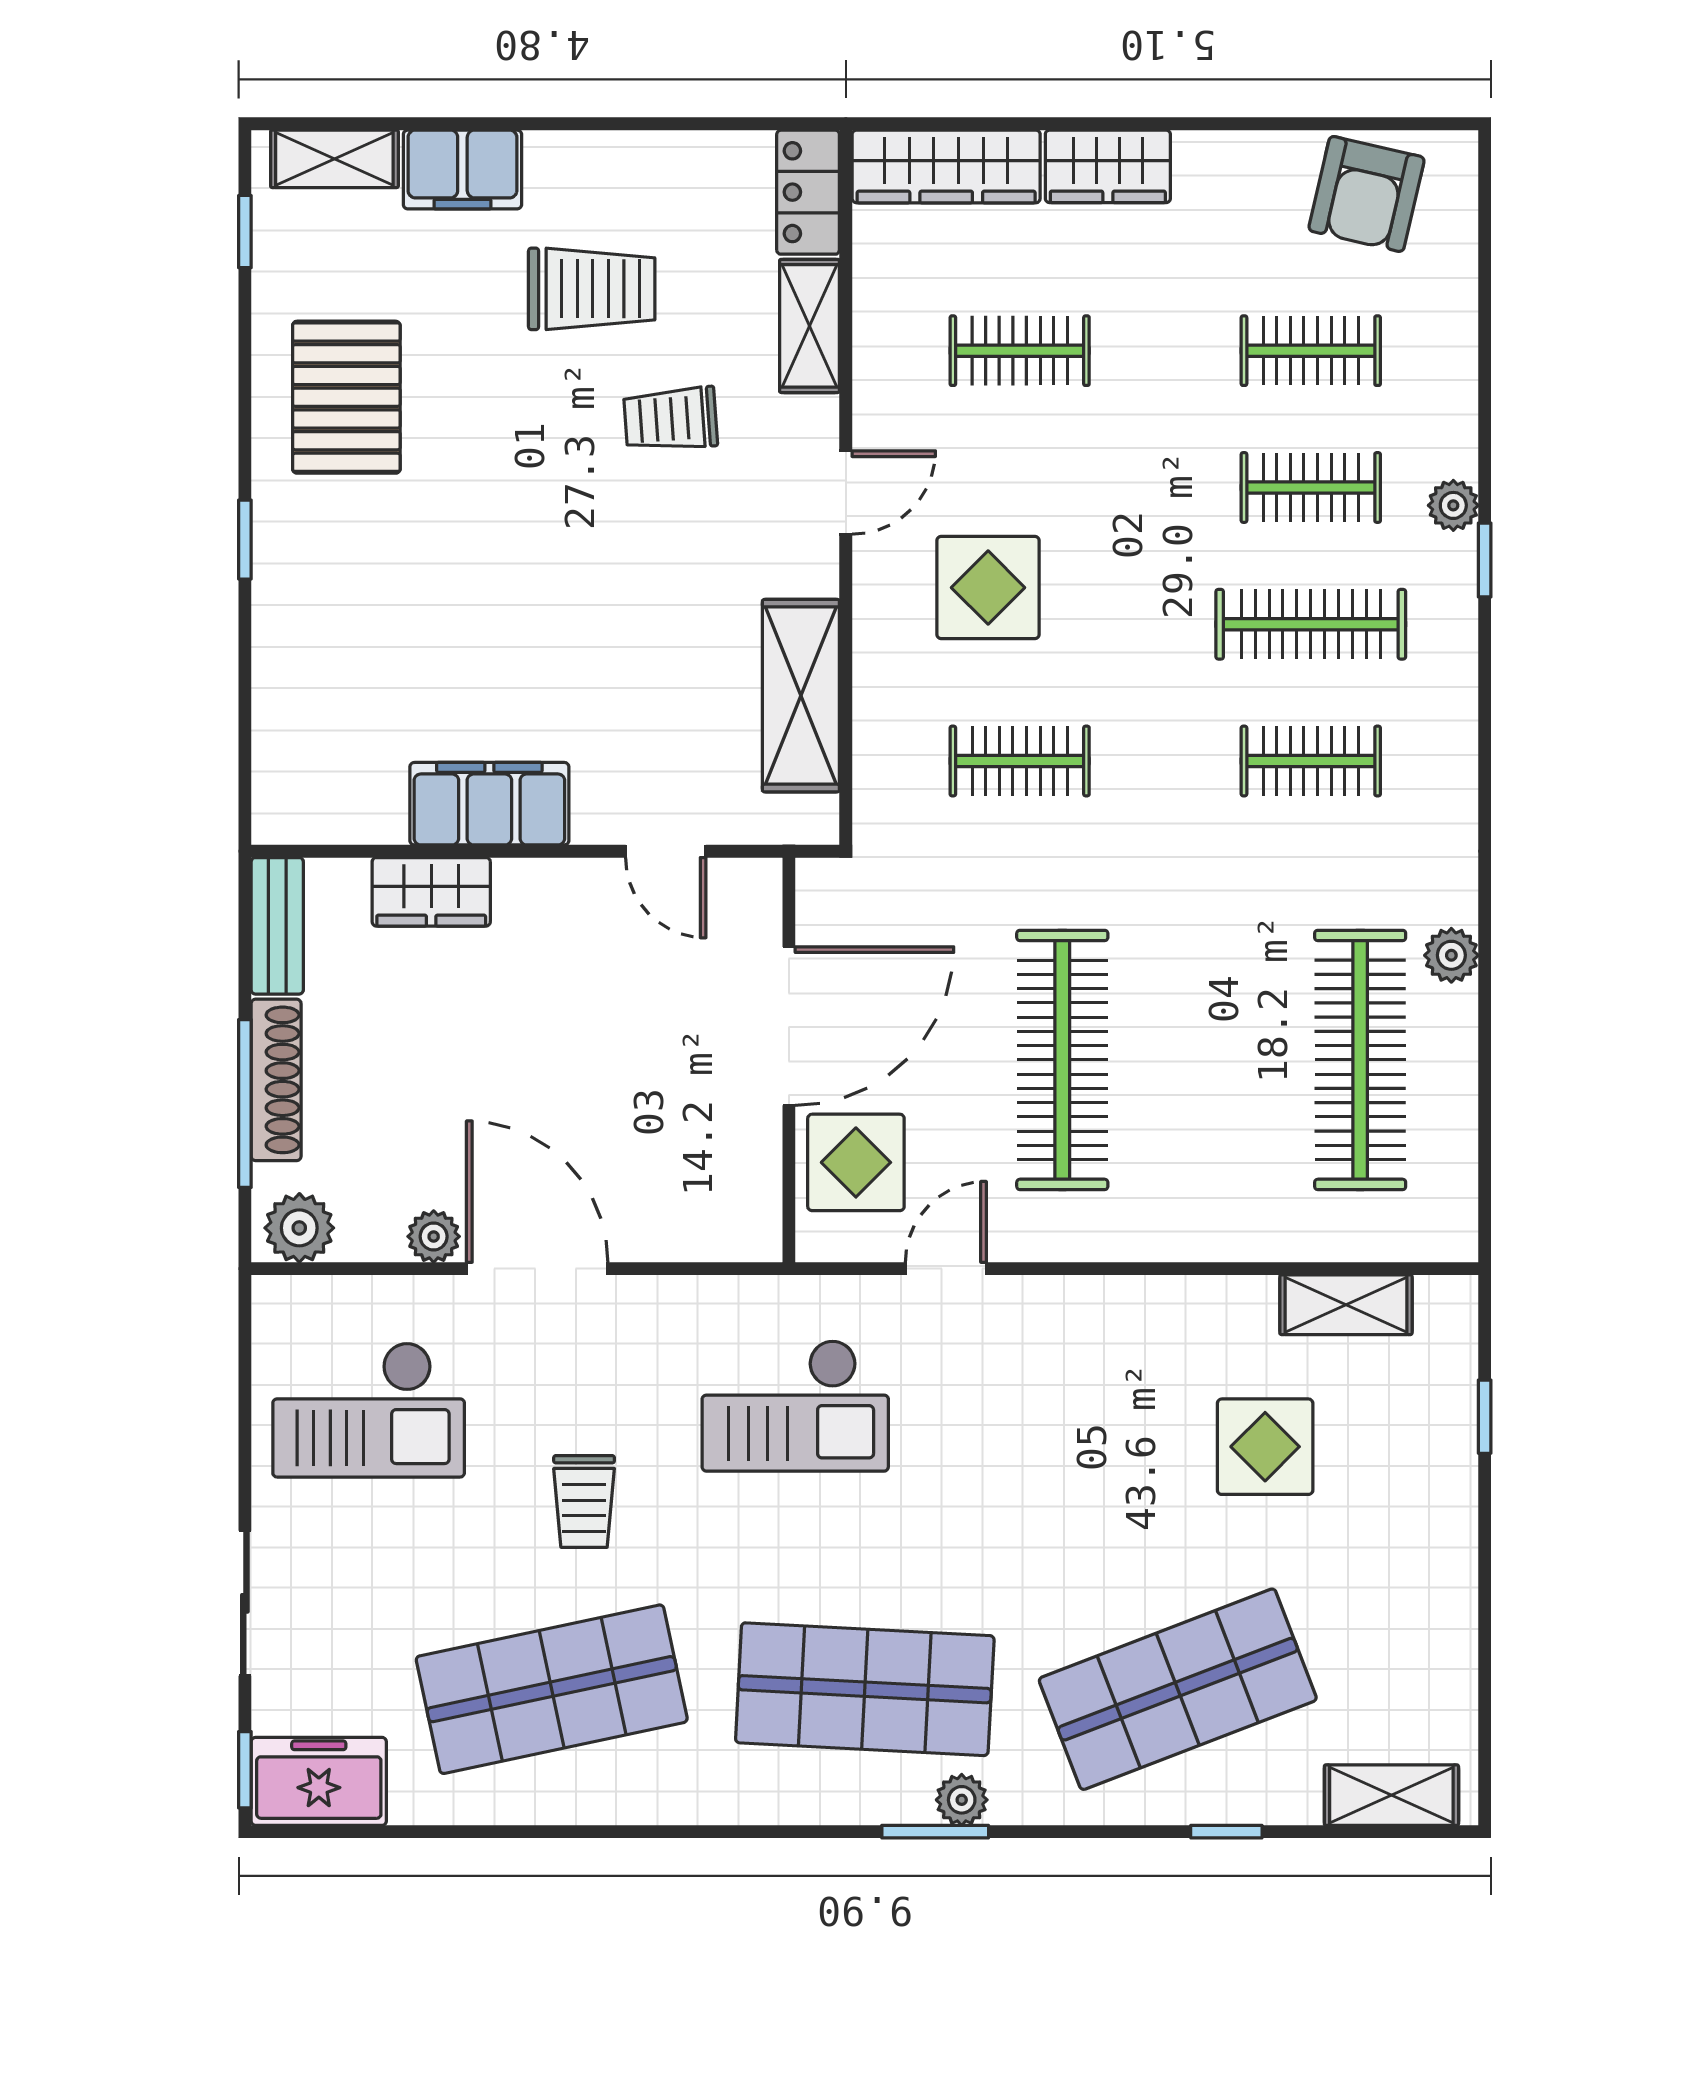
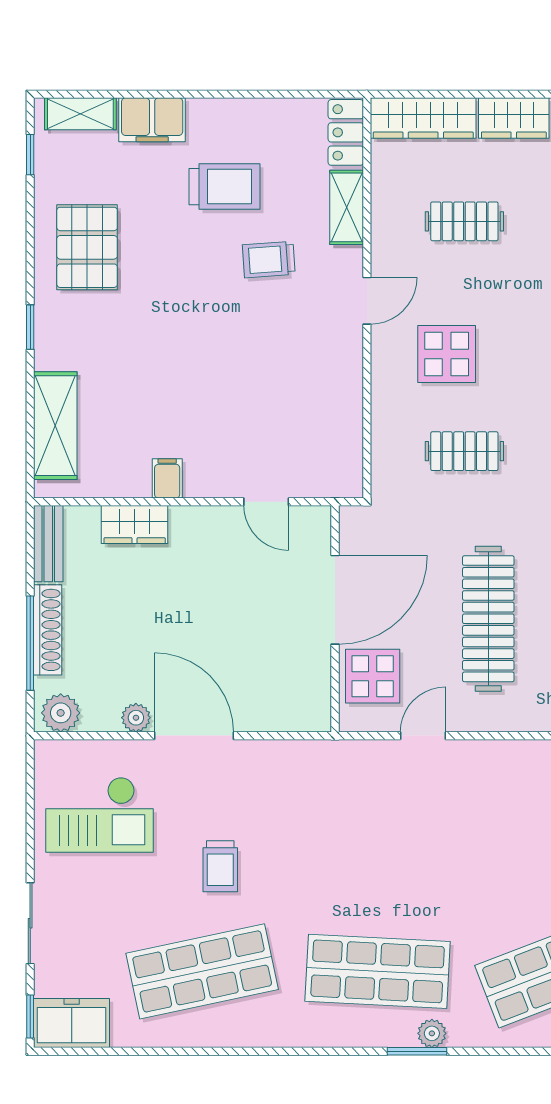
shelving: (801, 696) -> (55, 426), moved
filing cabinet: (489, 804) -> (167, 478), width x0.33, depth x0.86
checkout: (795, 1406) -> (339, 812), removed

